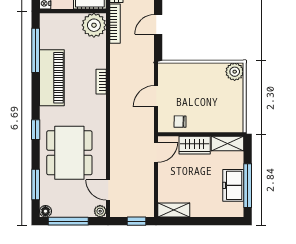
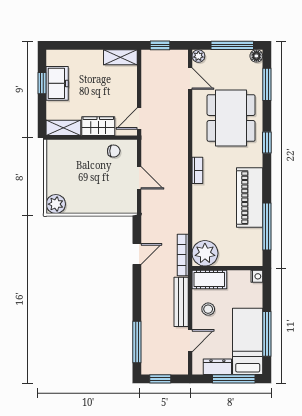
bookcase: (101, 82) -> (197, 170), moved
door: (156, 96) -> (139, 178), hinge flipped
window: (248, 186) -> (42, 83), width x0.46

